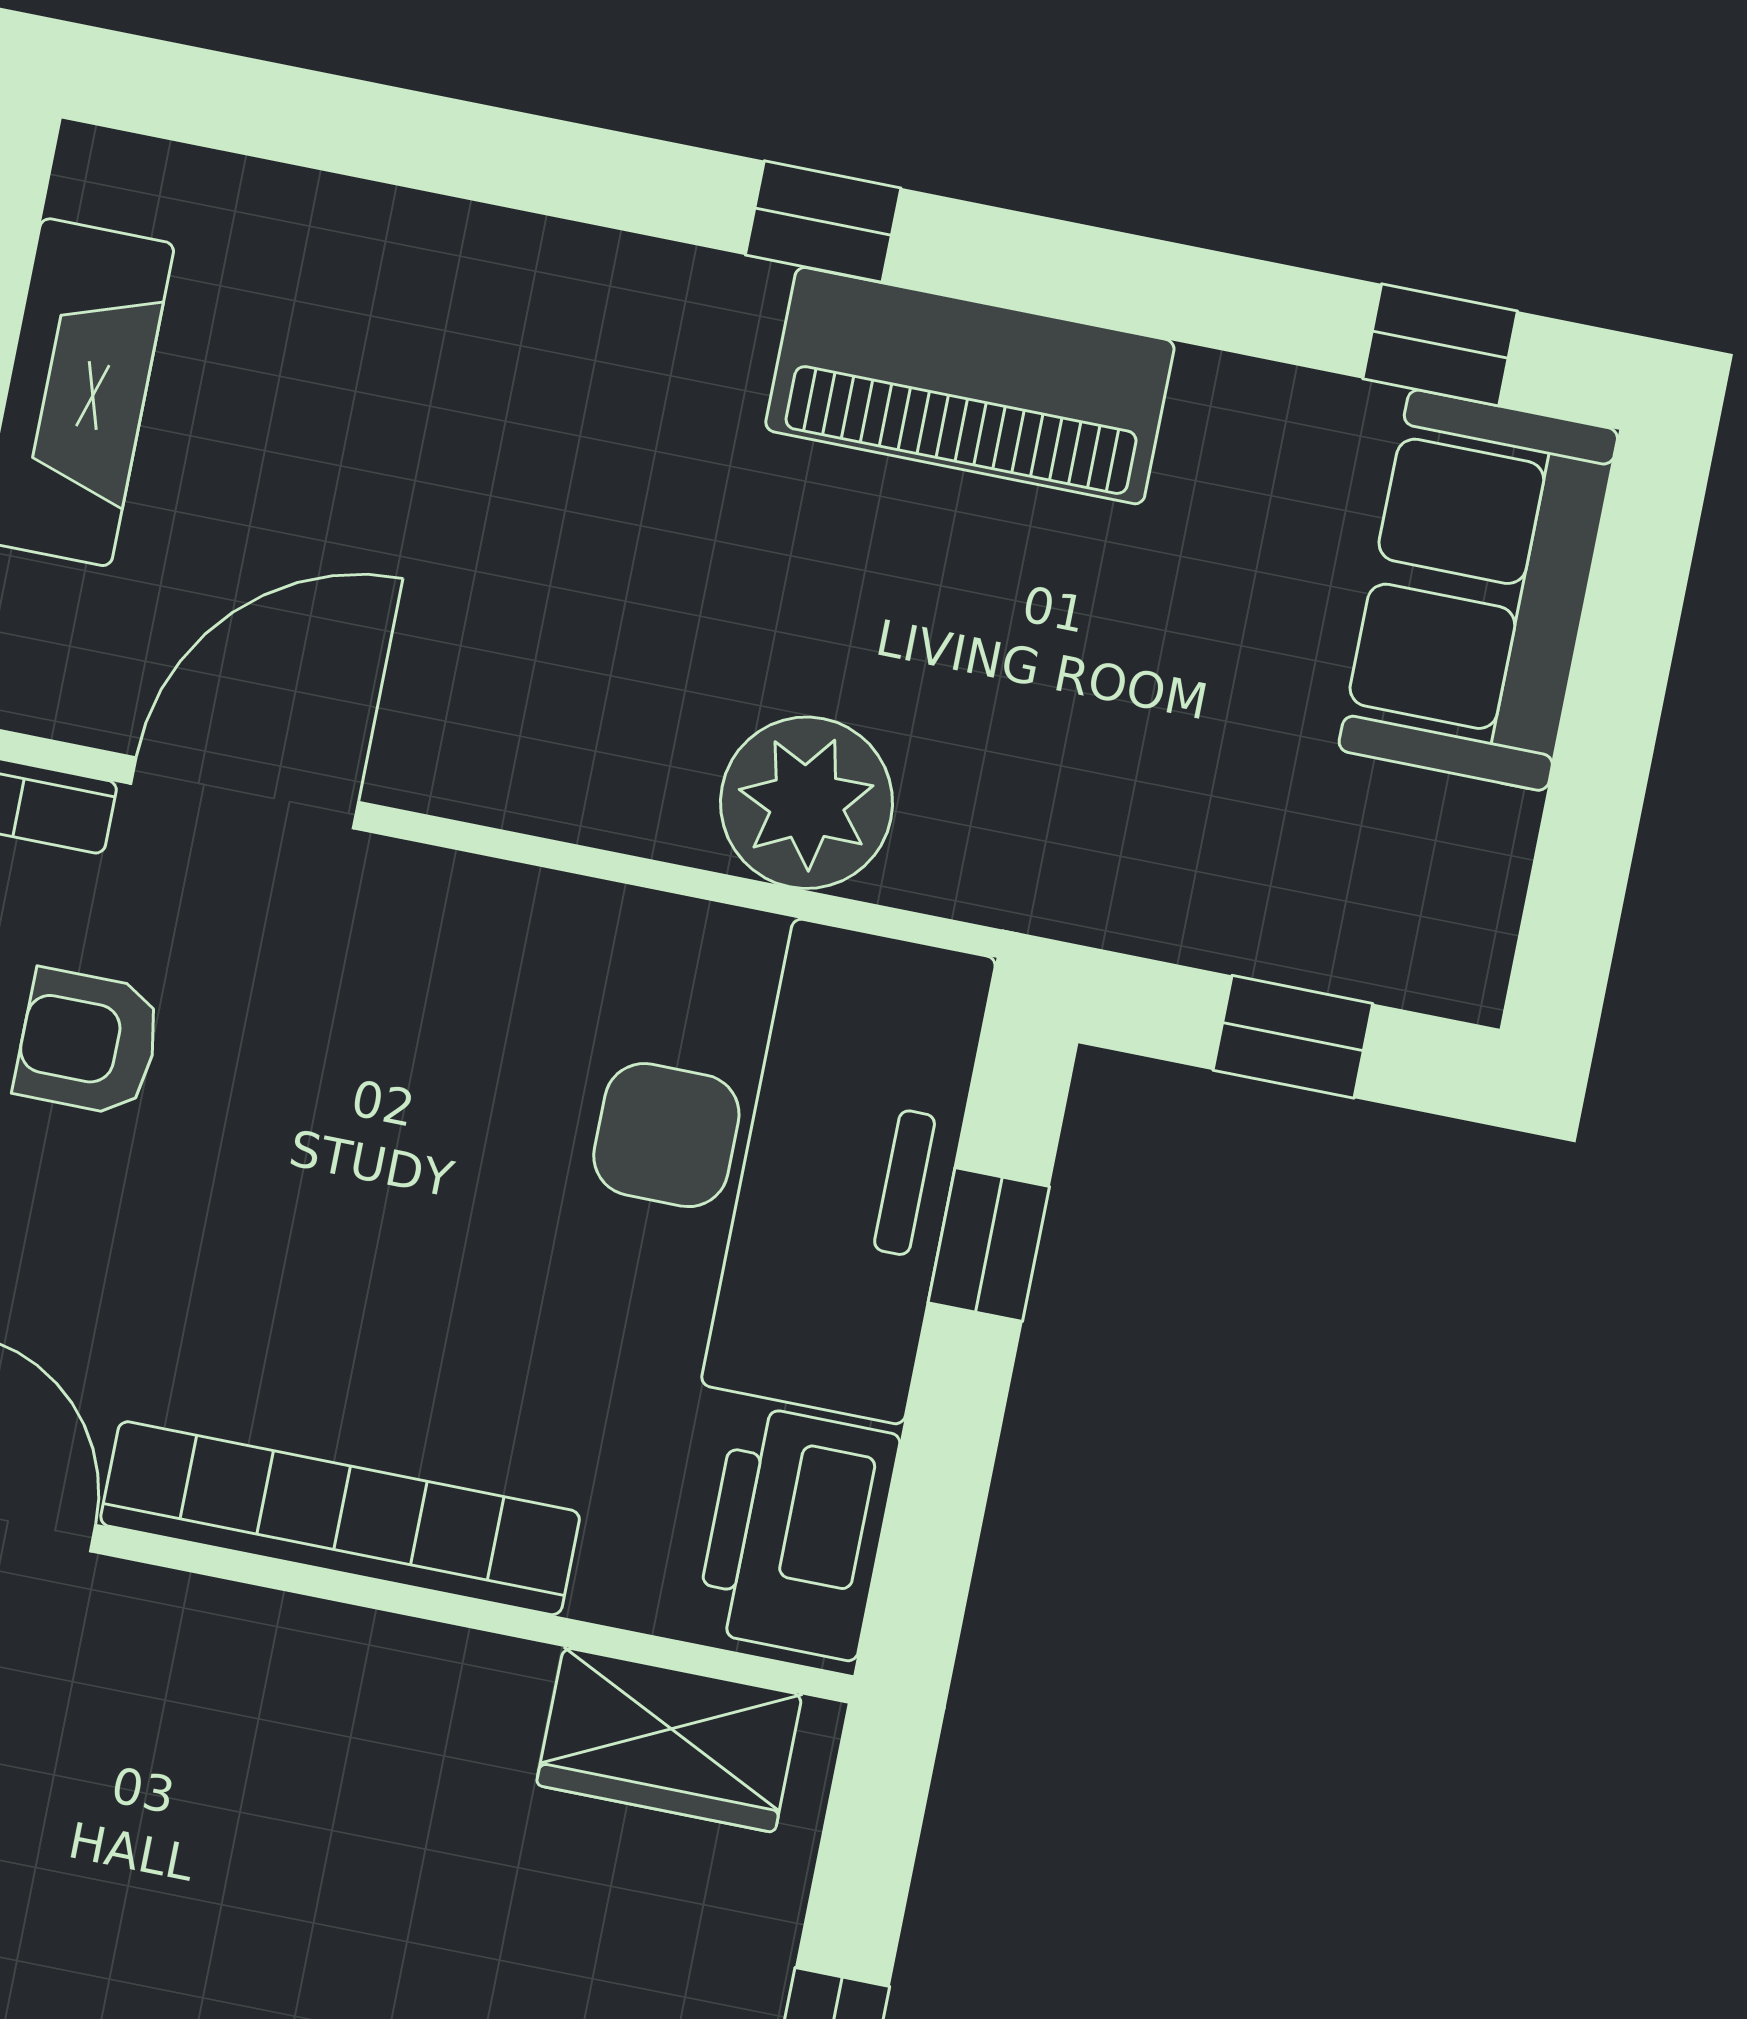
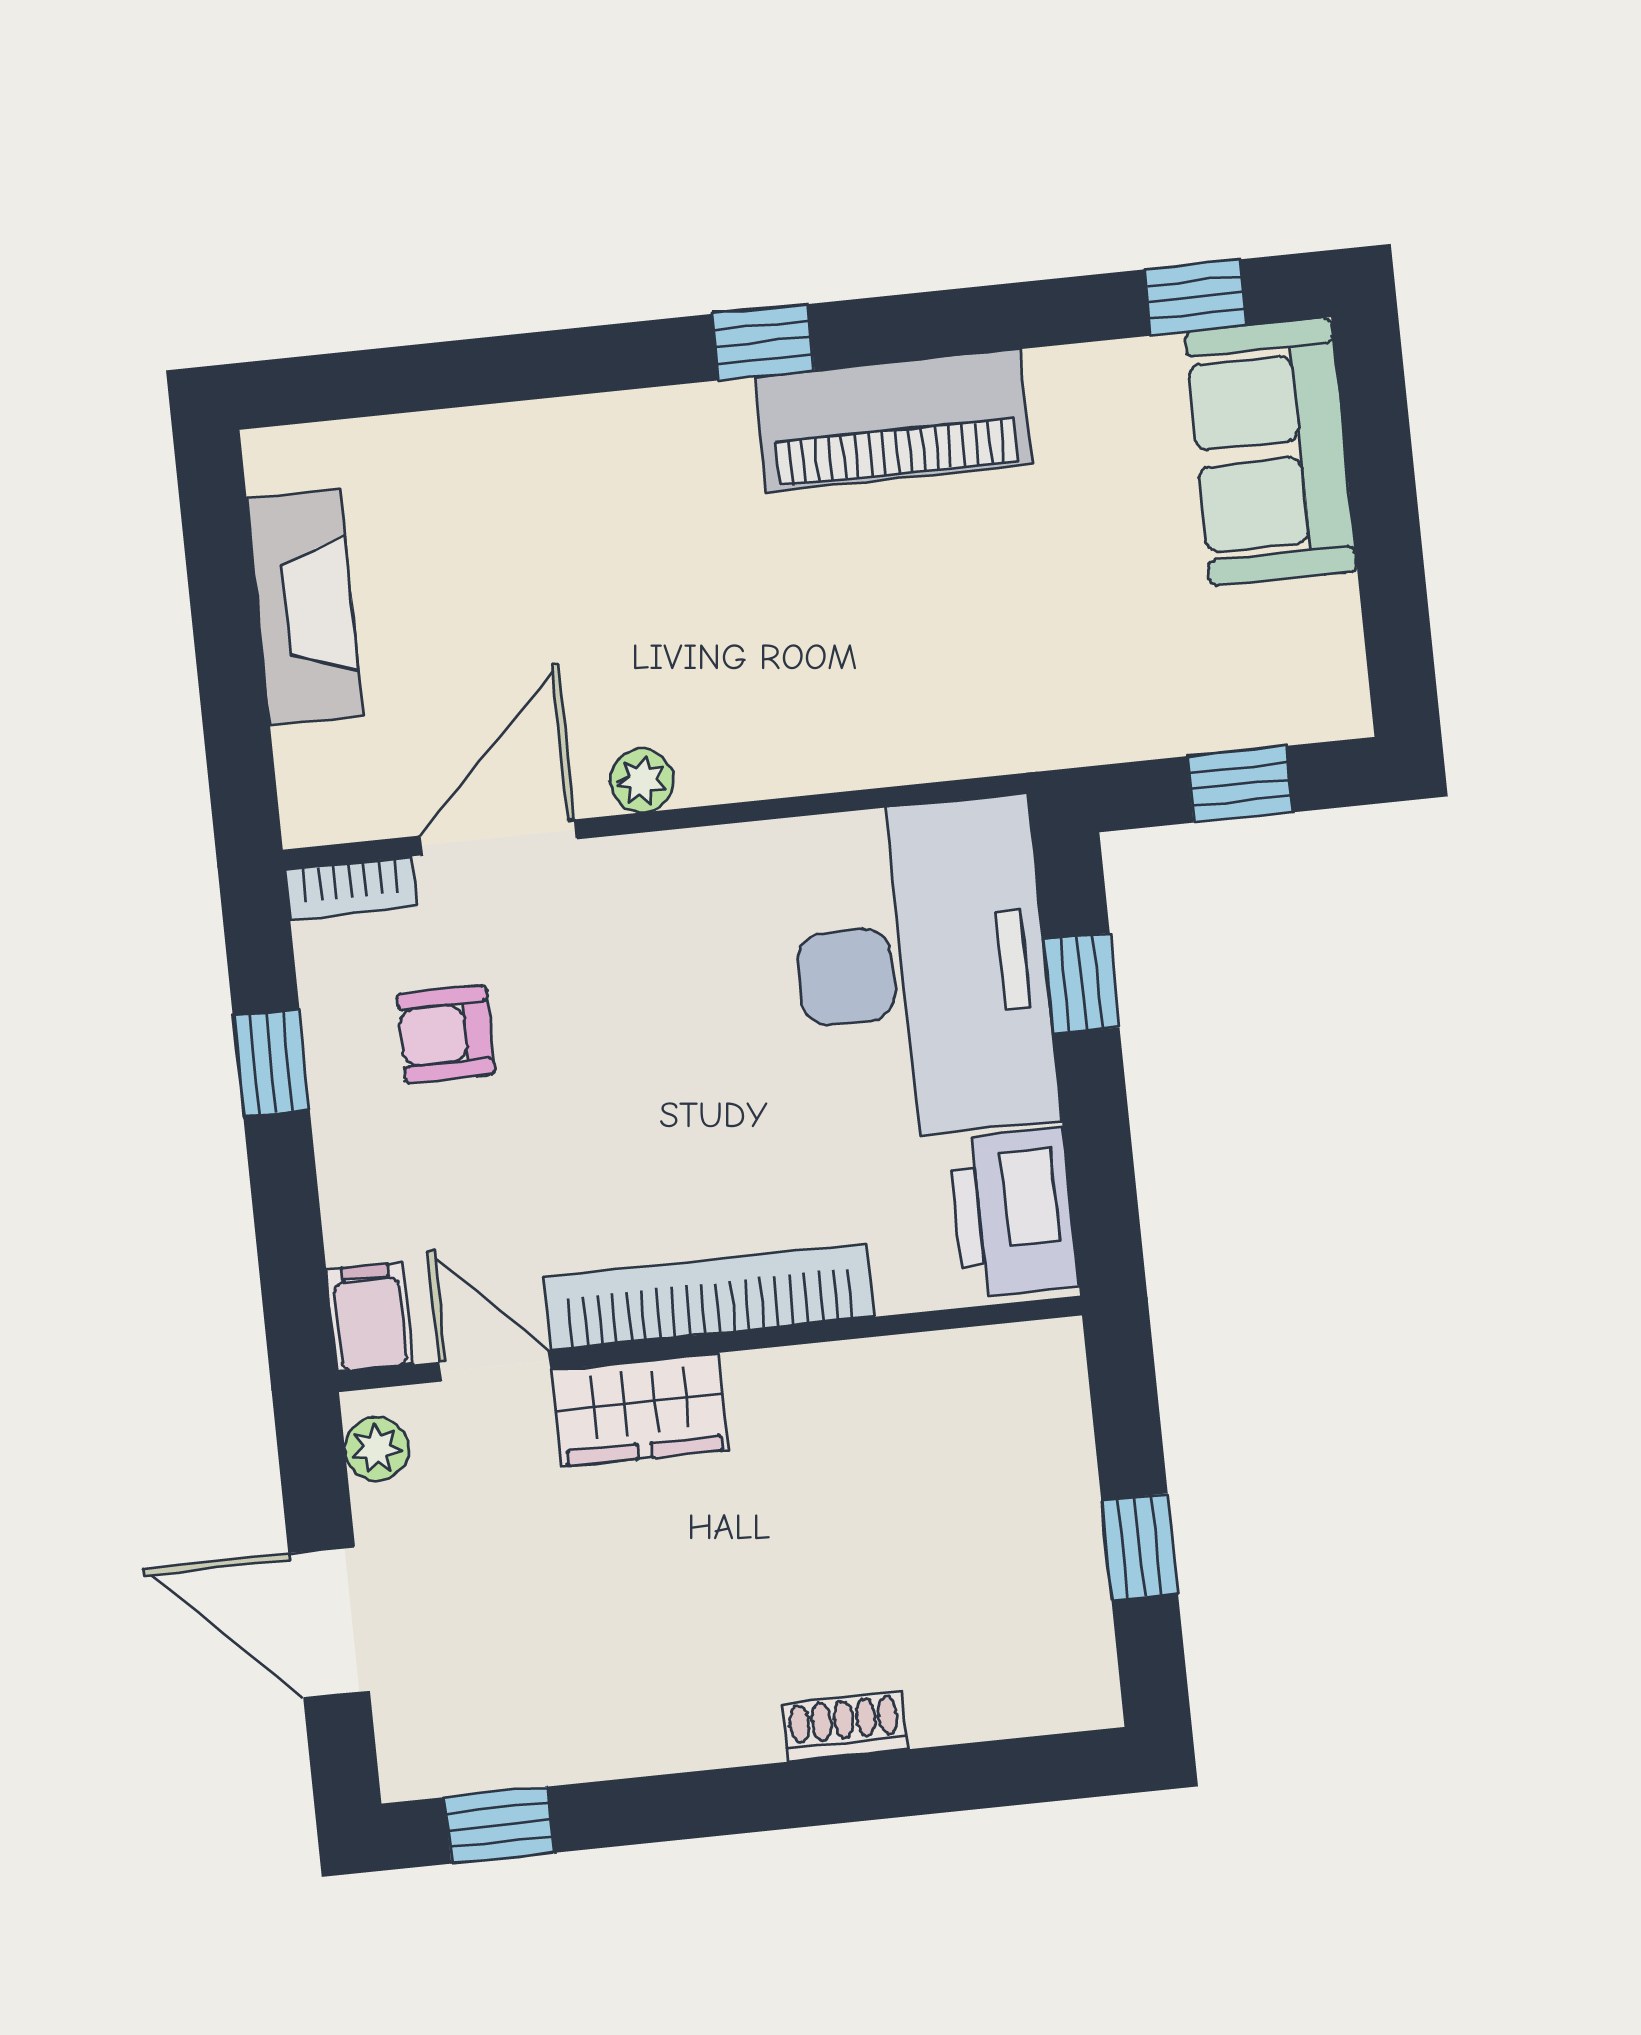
plant: (807, 803) -> (642, 781), moved, width x0.53, depth x0.53
wardrobe: (669, 1740) -> (640, 1410), moved

